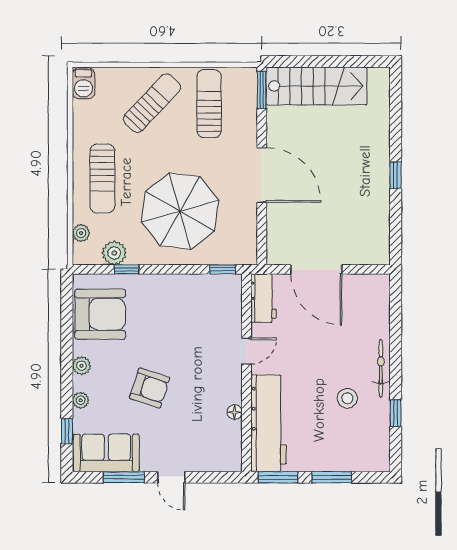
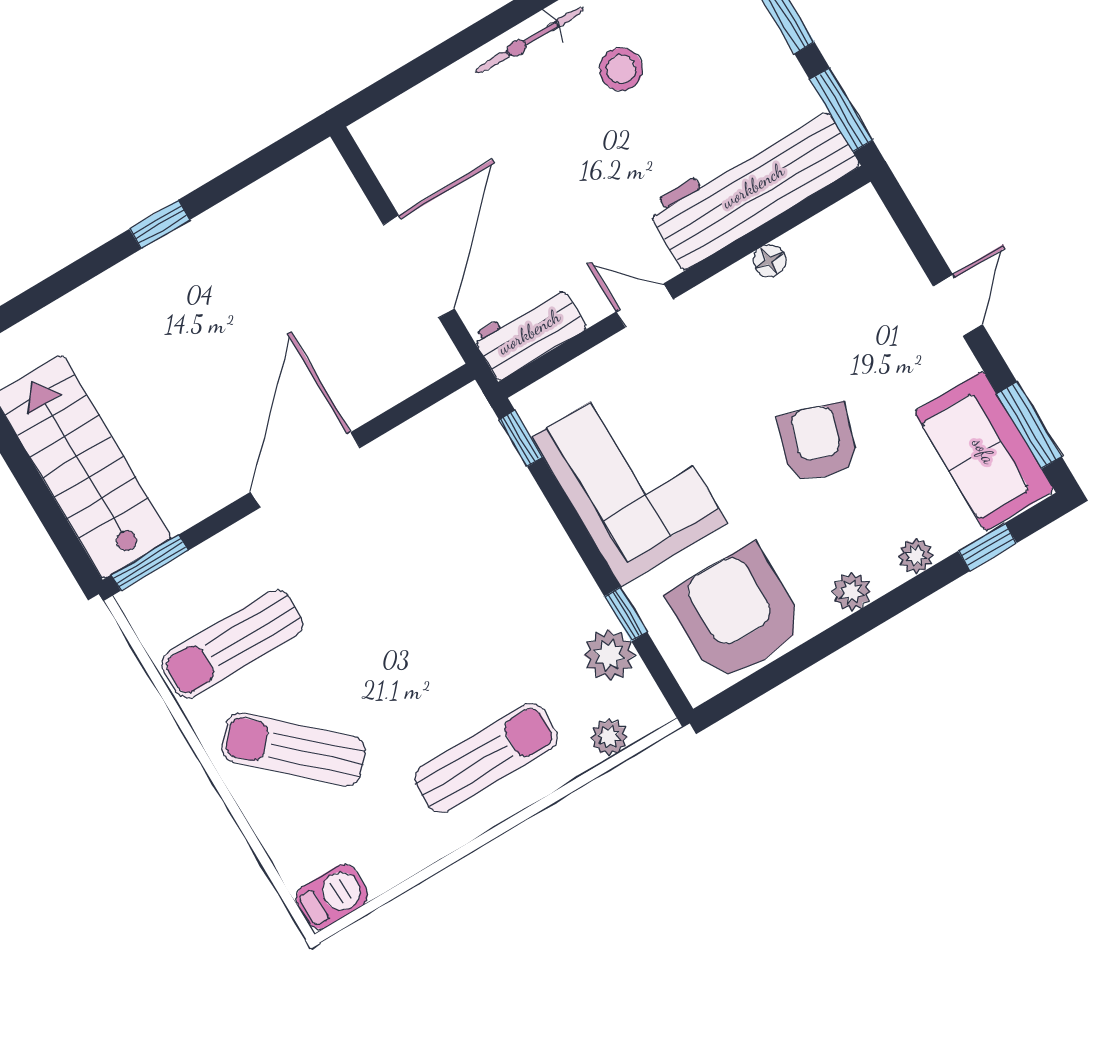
parasol: (180, 211) -> (461, 580), removed
corner sofa: (180, 303) -> (629, 480), added
window: (124, 477) -> (1029, 425), moved

